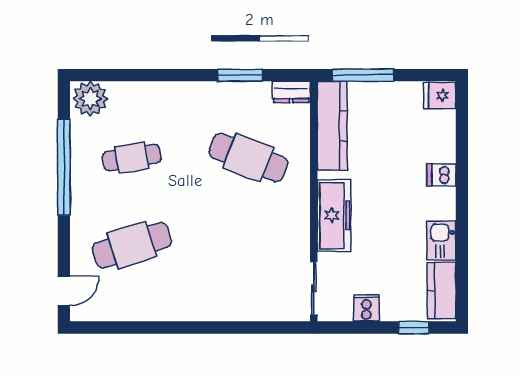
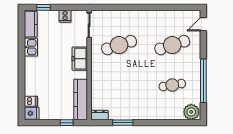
window: (363, 75) -> (67, 123), width x0.46
cafe table: (248, 158) -> (119, 45), moved, turned -39
dishwasher: (441, 175) -> (31, 101), moved
freezer: (334, 215) -> (80, 59), width x0.71

